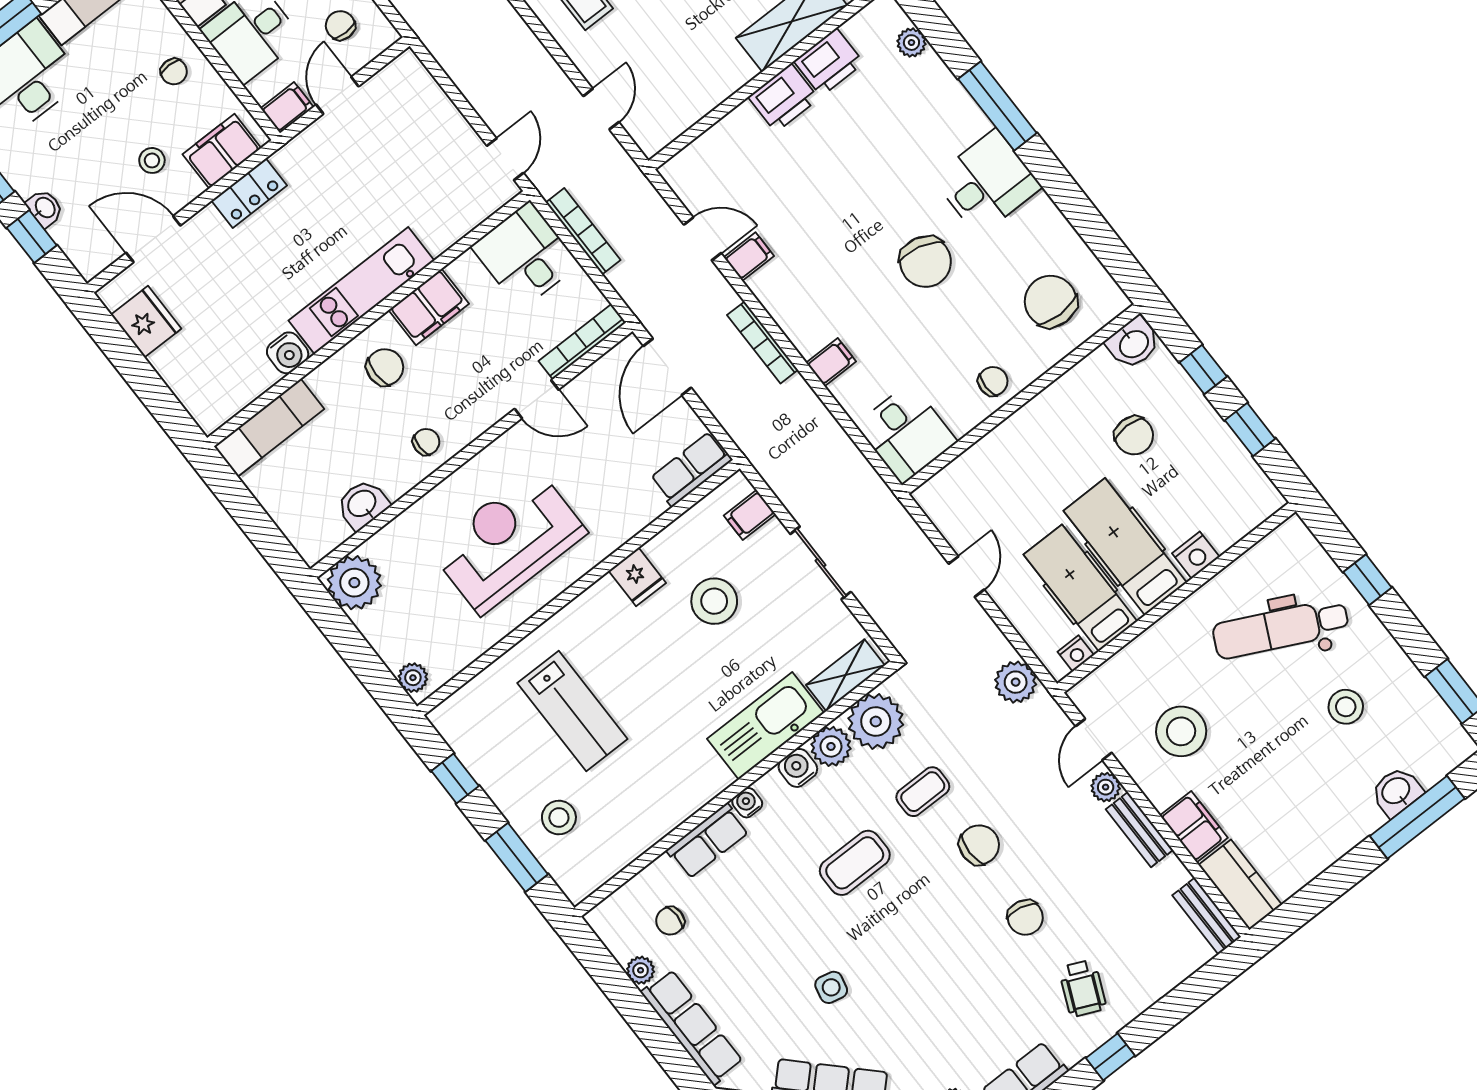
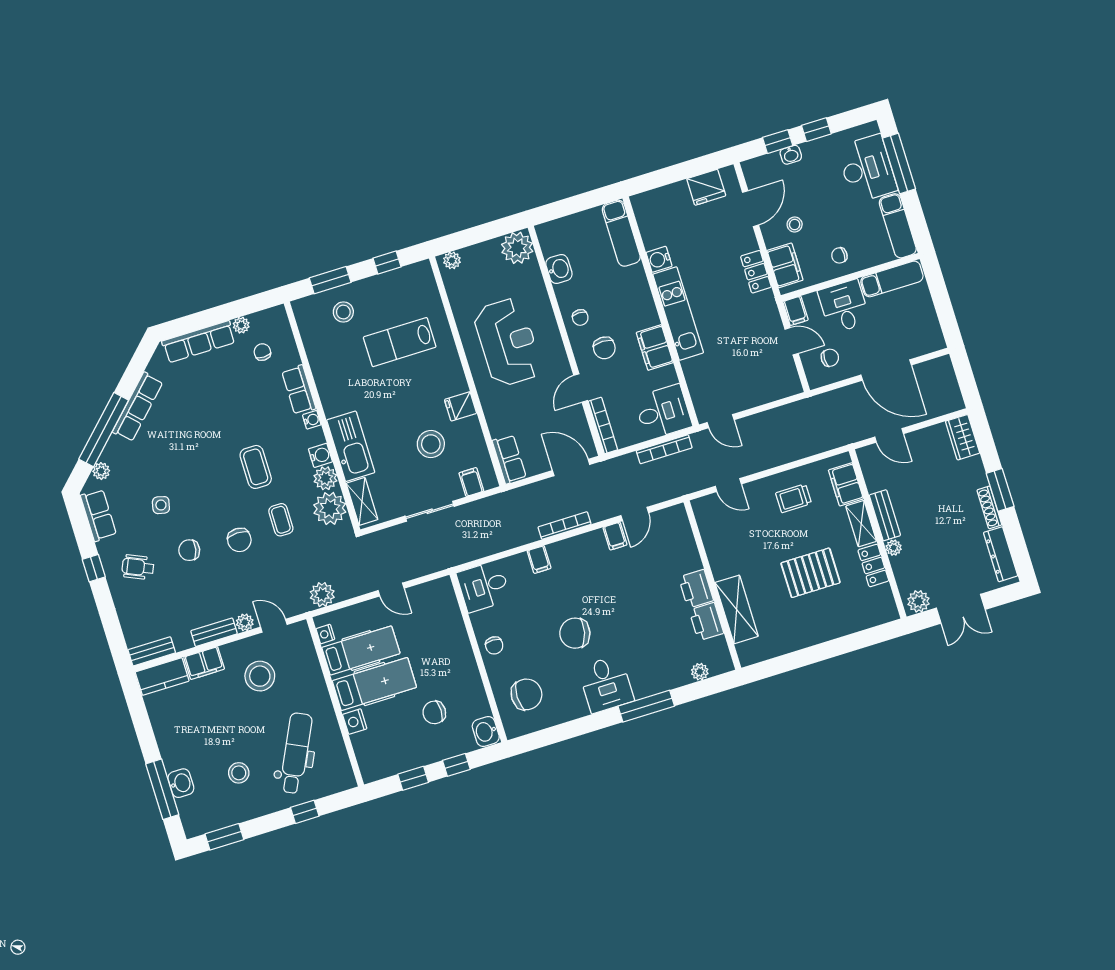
chair: (385, 367) -> (604, 348), moved
side table: (831, 987) -> (161, 505), moved

